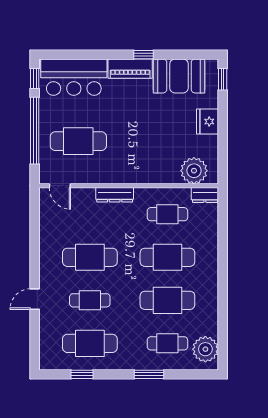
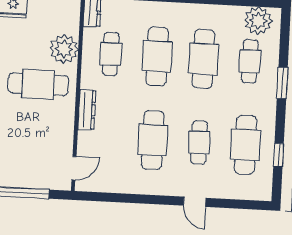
cafe table: (78, 141) -> (38, 84), moved, turned 90
plant: (194, 171) -> (64, 49), moved

